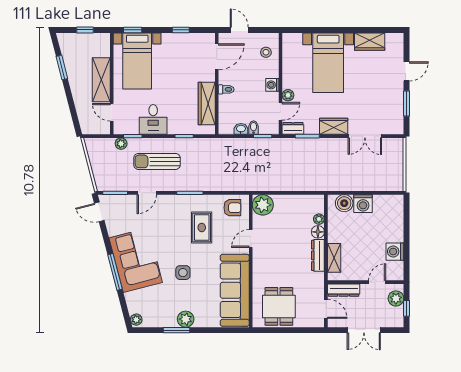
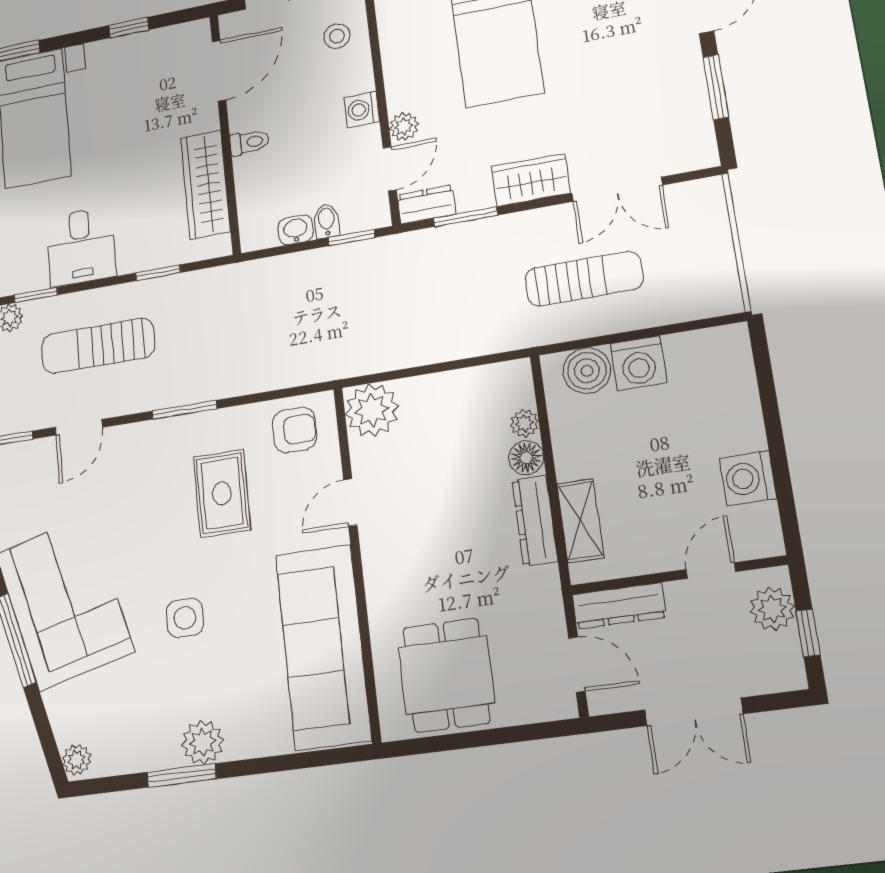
sun lounger: (348, 168) -> (584, 279), added

